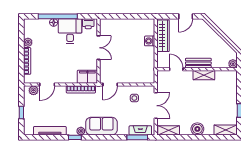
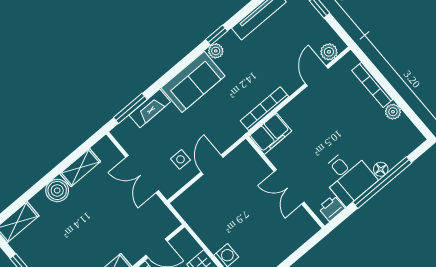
door: (110, 85) -> (212, 165), moved
fireplace: (140, 130) -> (150, 108), moved
shelving: (169, 130) -> (80, 168), moved

